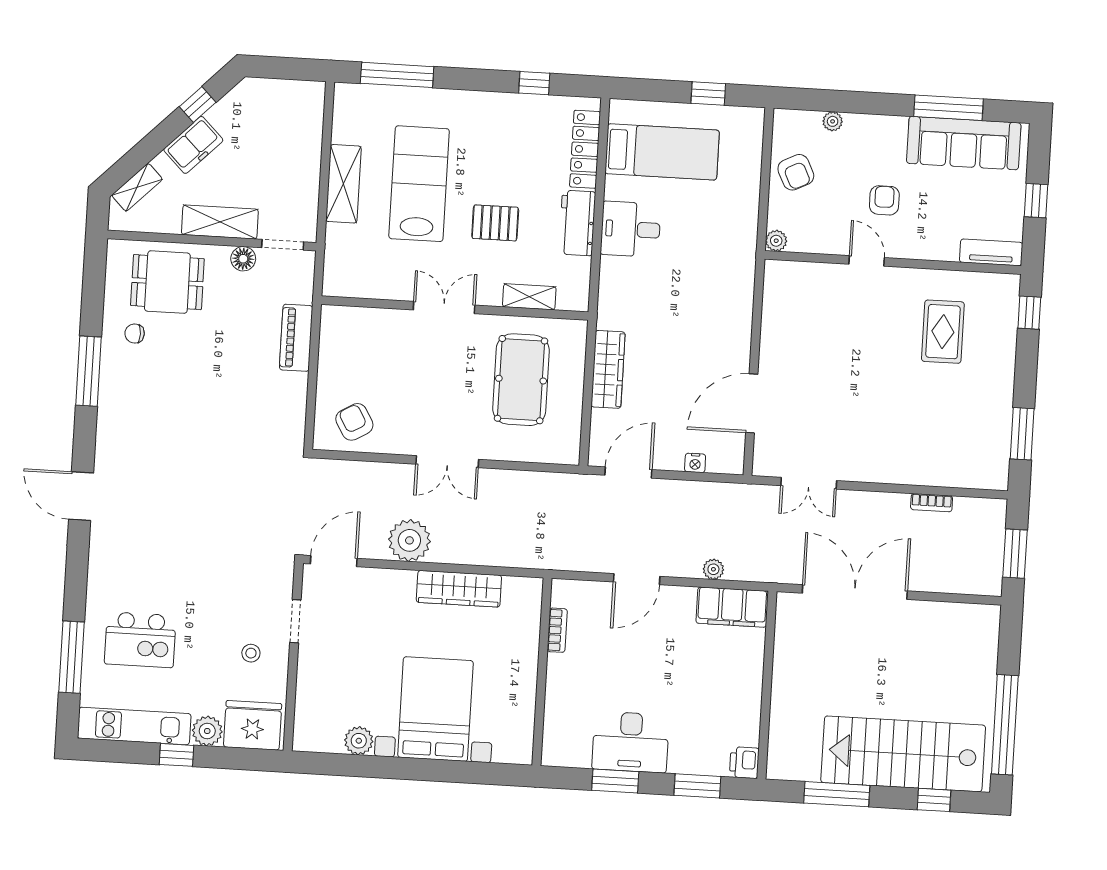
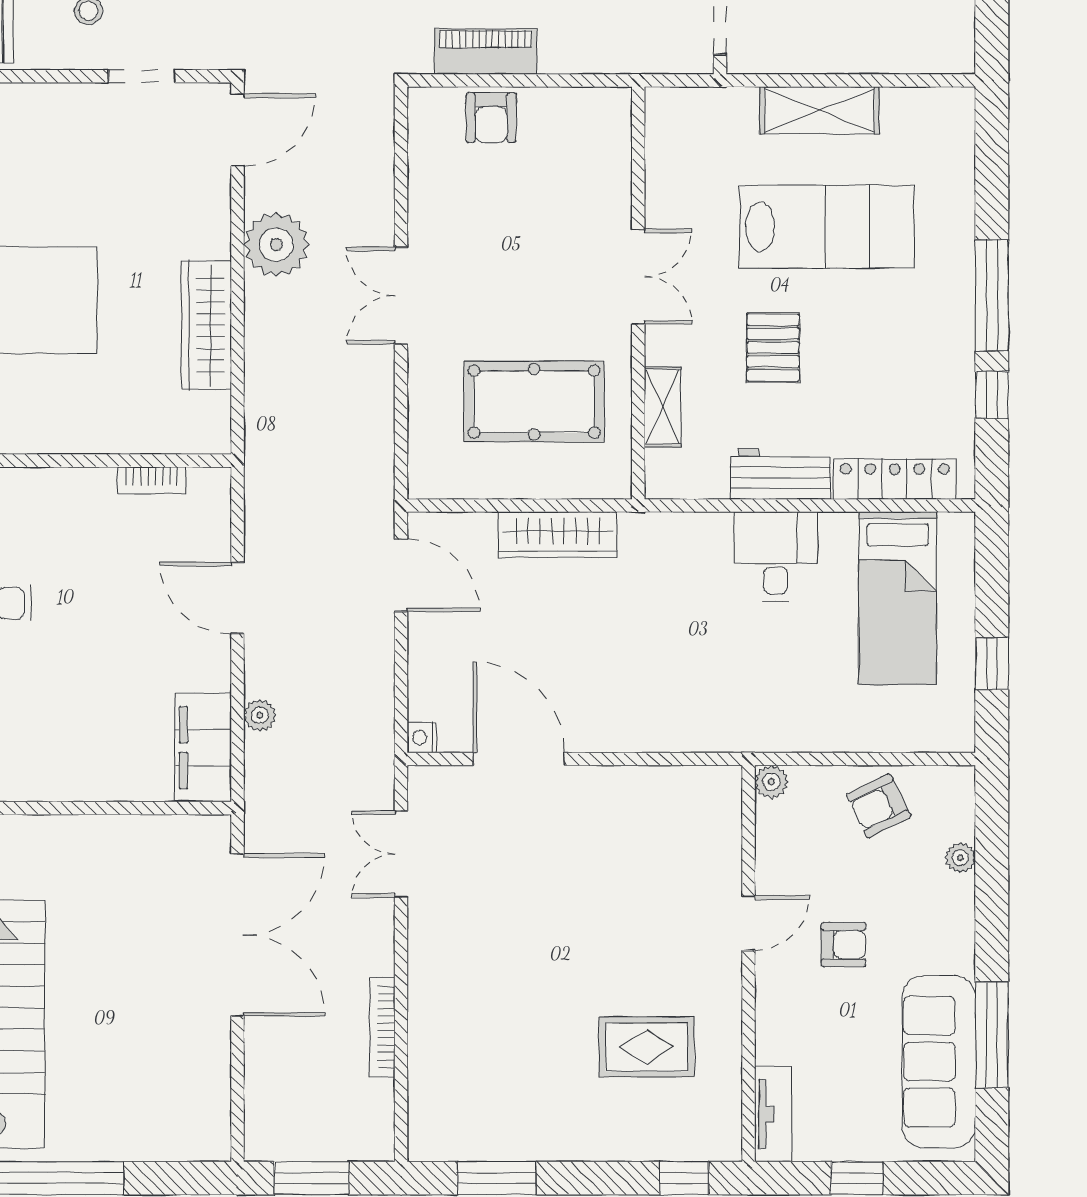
window: (397, 75) -> (992, 295), moved
piano: (296, 338) -> (486, 52), moved
armchair: (354, 422) -> (491, 118), moved, turned 120
nightstand: (695, 463) -> (422, 737), moved
bookcase: (932, 503) -> (382, 1027), width x1.56
door: (334, 561) -> (238, 130), hinge flipped

